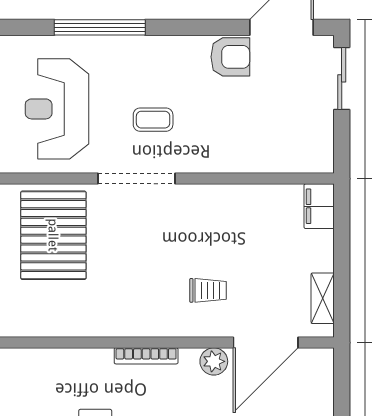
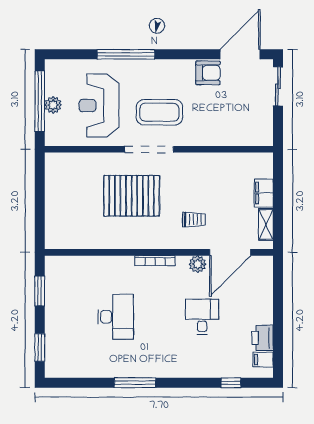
coffee table: (153, 120) -> (159, 112), width x1.86, depth x1.72
filing cabinet: (319, 206) -> (264, 193), moved
pallet: (53, 235) -> (132, 196), moved, turned 90

